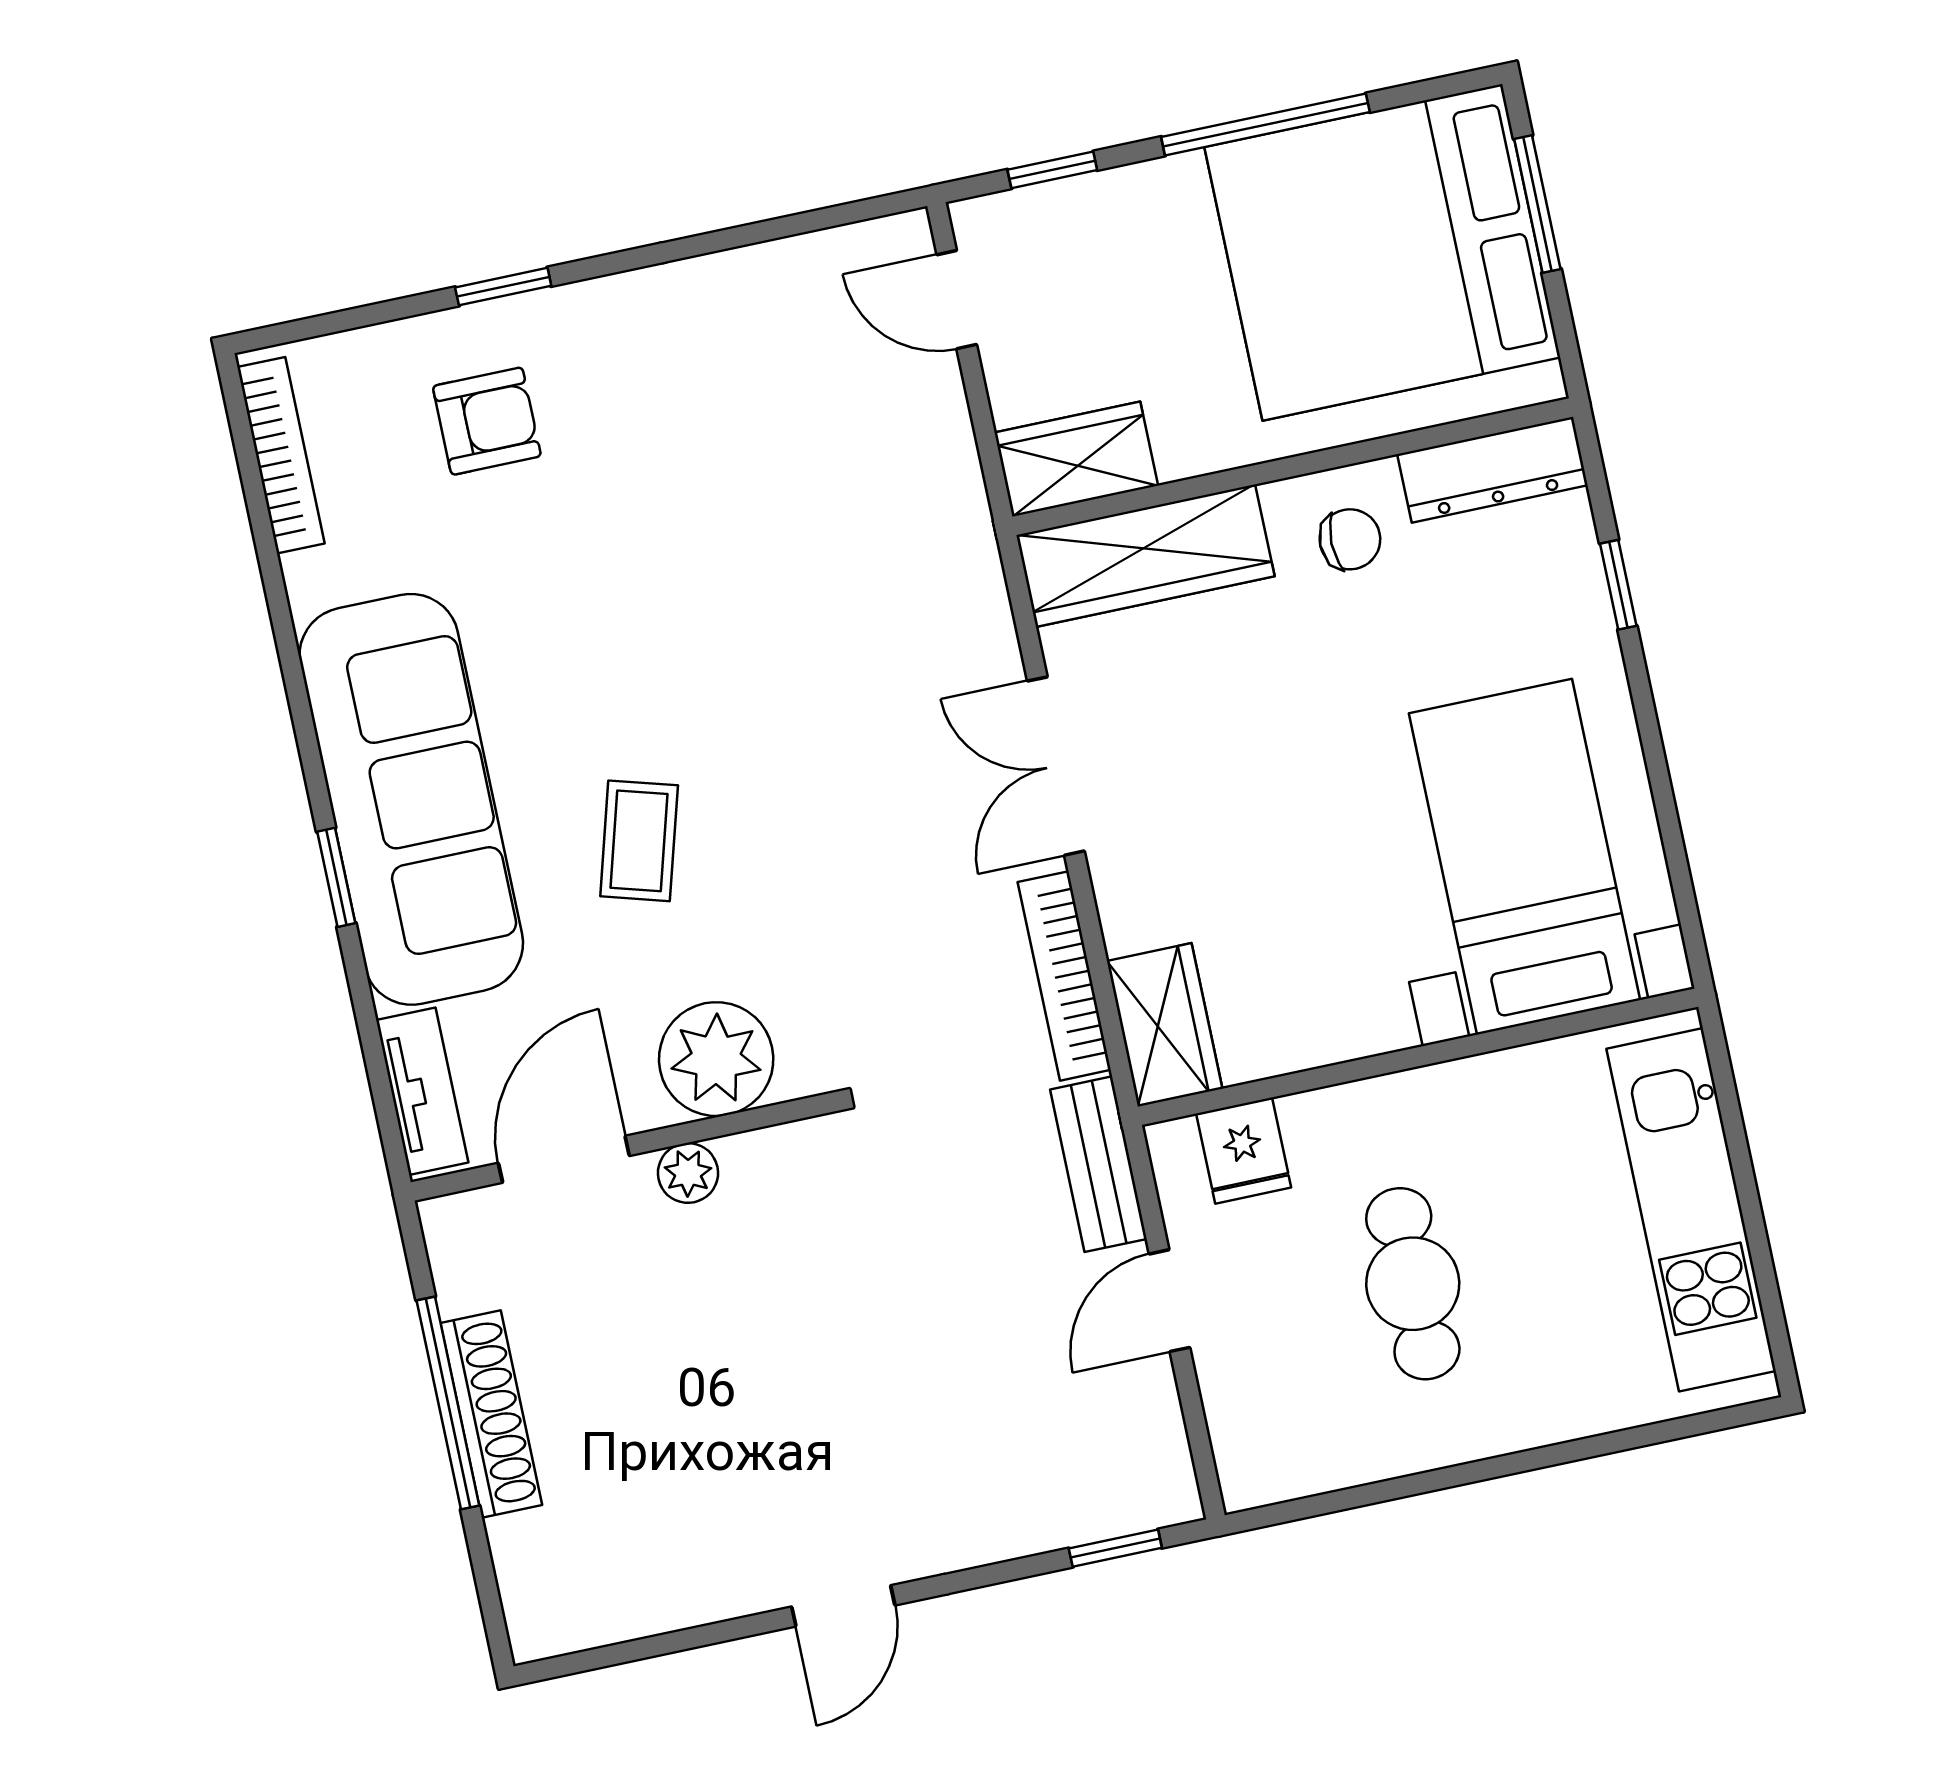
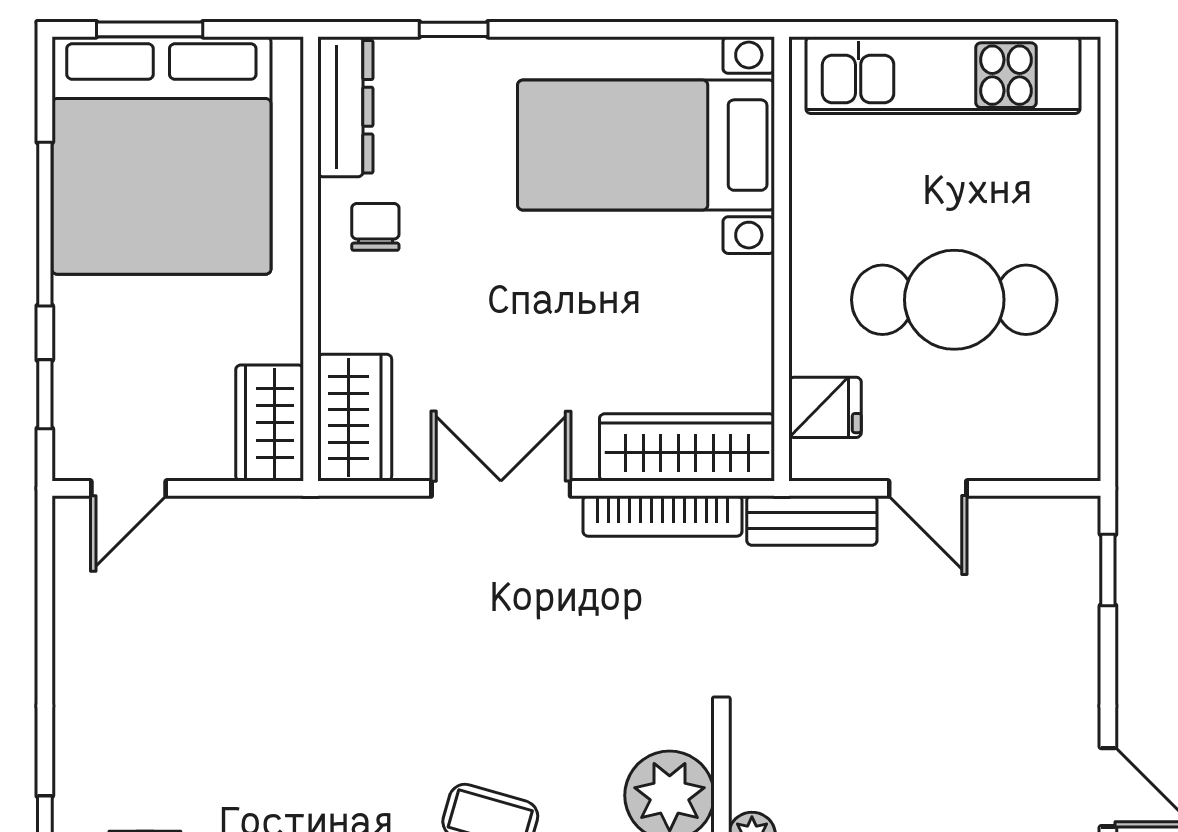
wardrobe: (1145, 556) -> (355, 418), width x0.67
double door: (1056, 766) -> (501, 488), swing flipped
wardrobe: (1165, 1025) -> (687, 447), width x1.50
cafe table: (1413, 1284) -> (954, 300), width x1.37, depth x1.35

